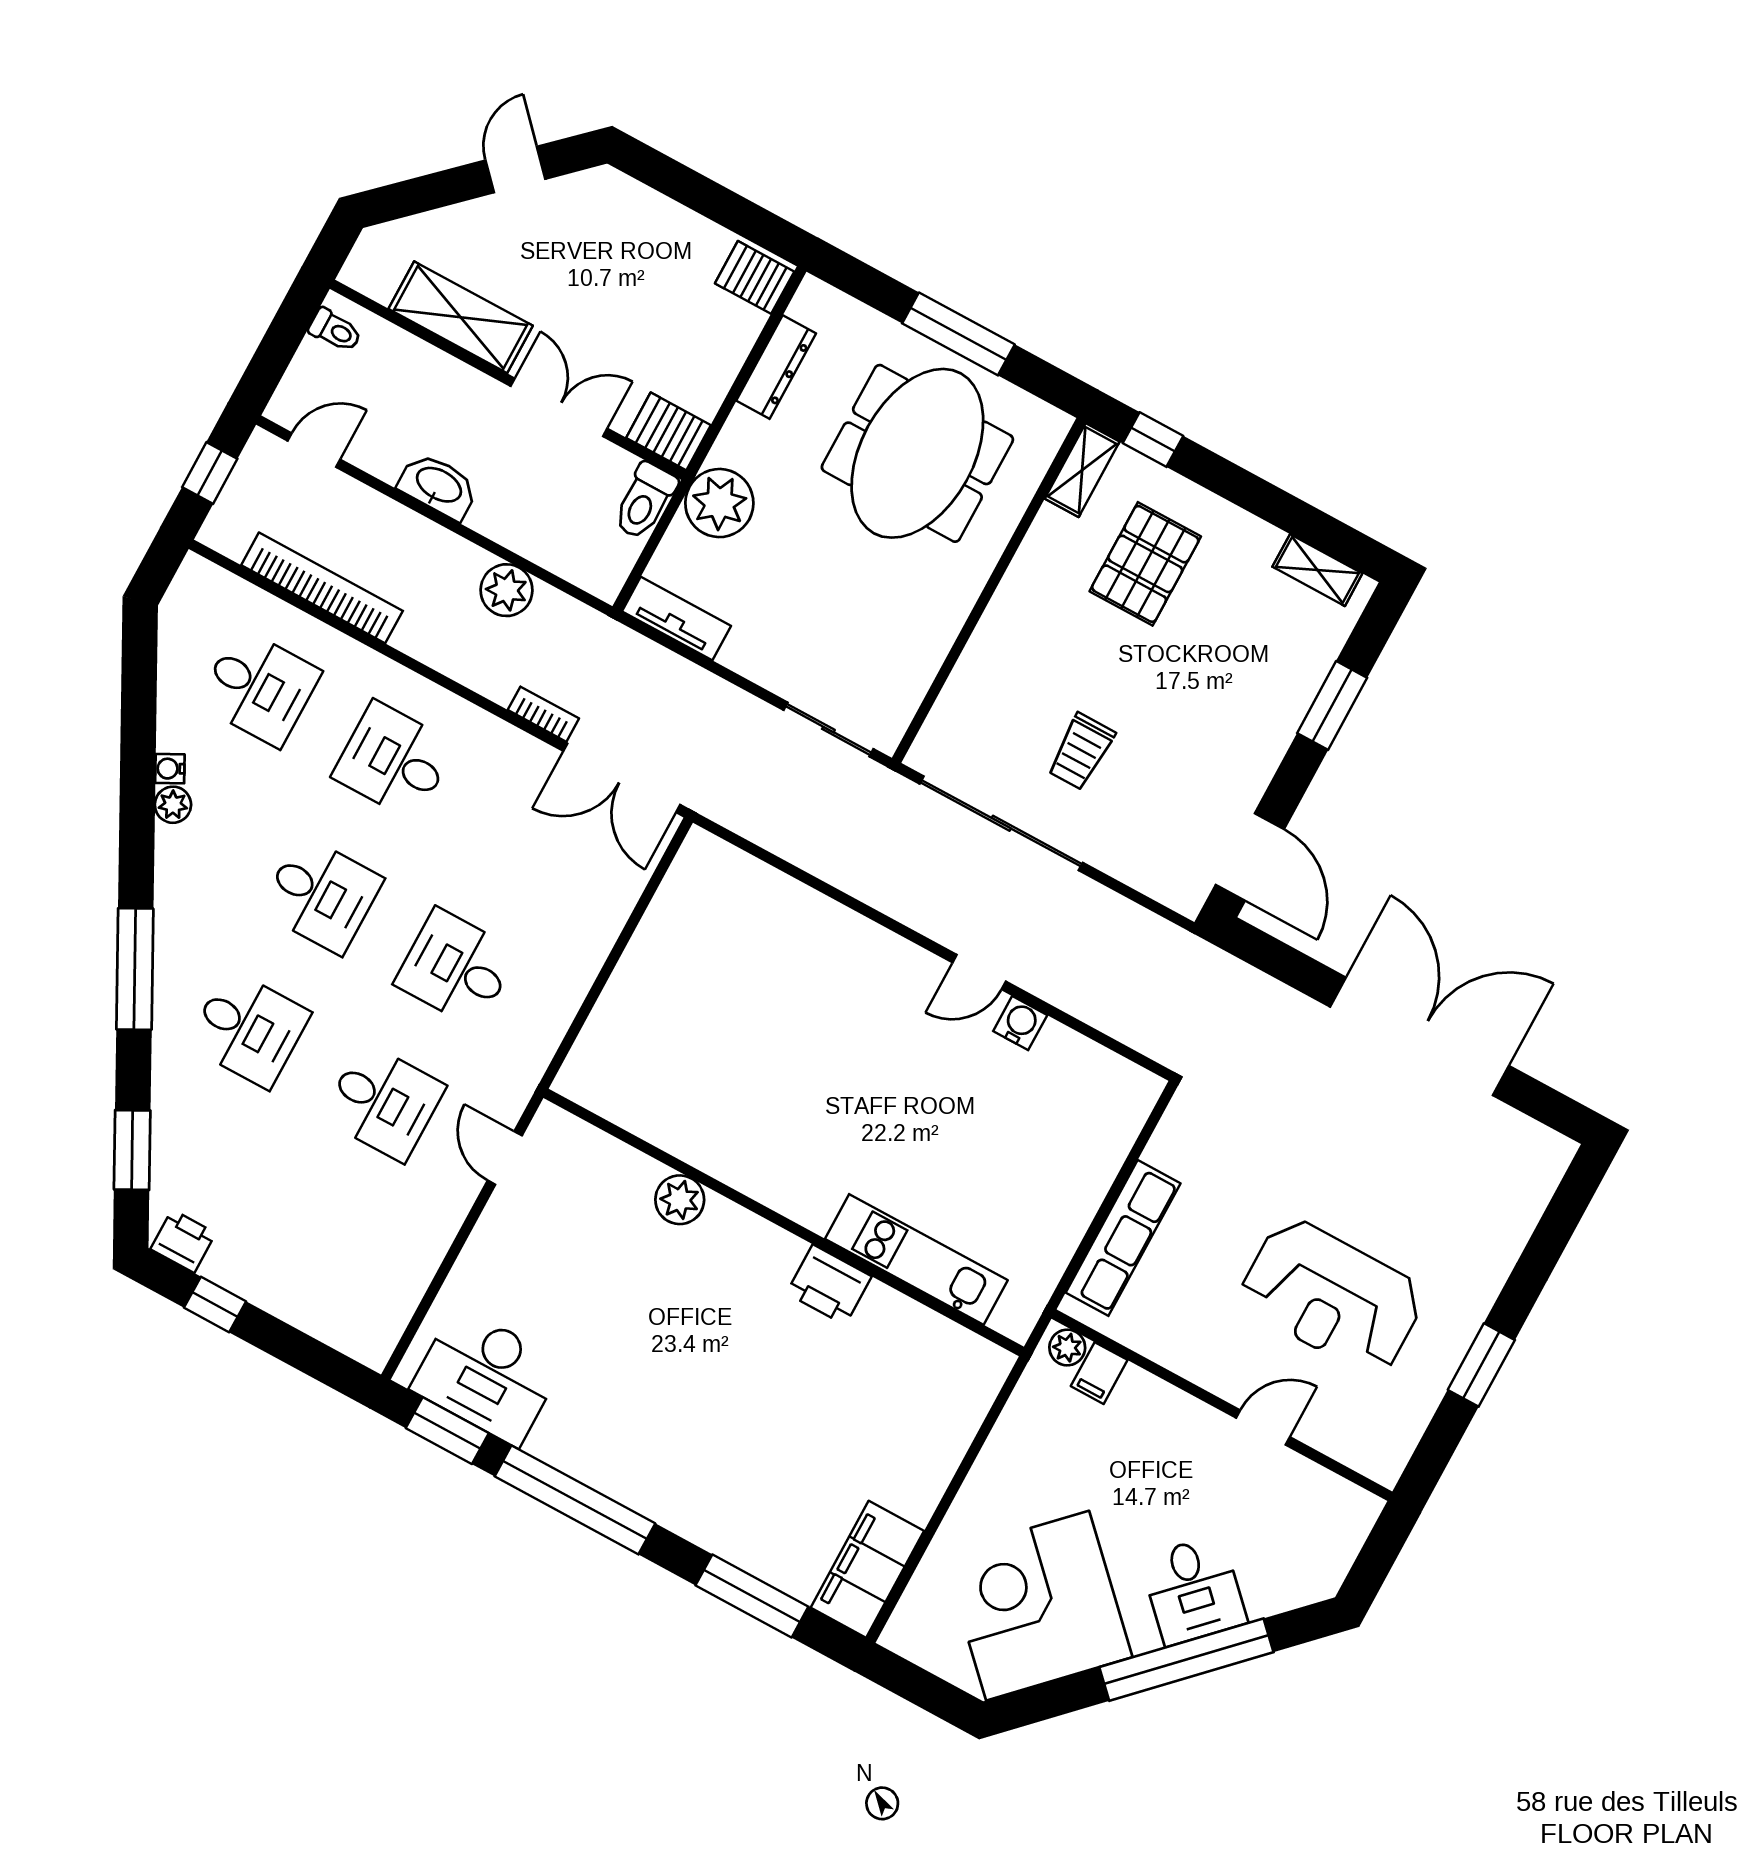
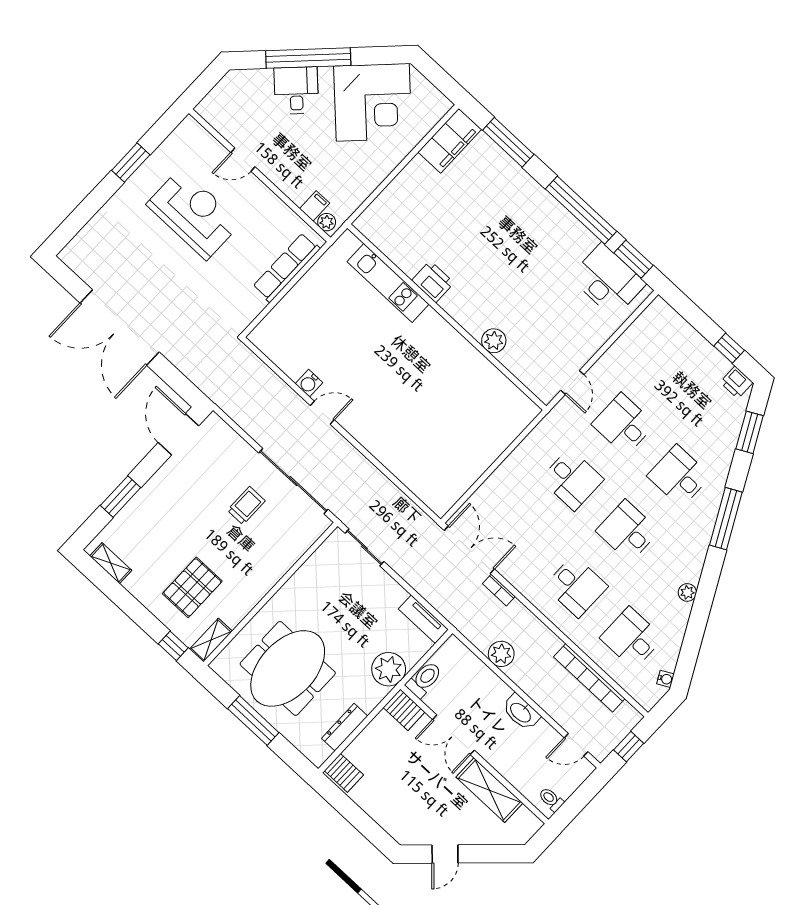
water cooler: (170, 769) -> (665, 679), moved

